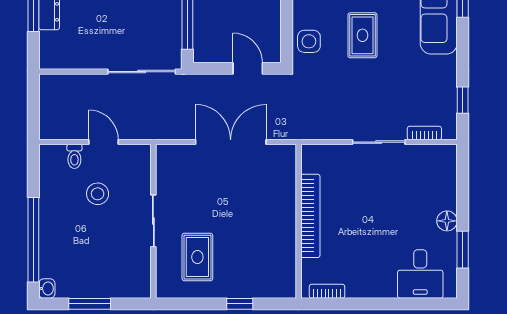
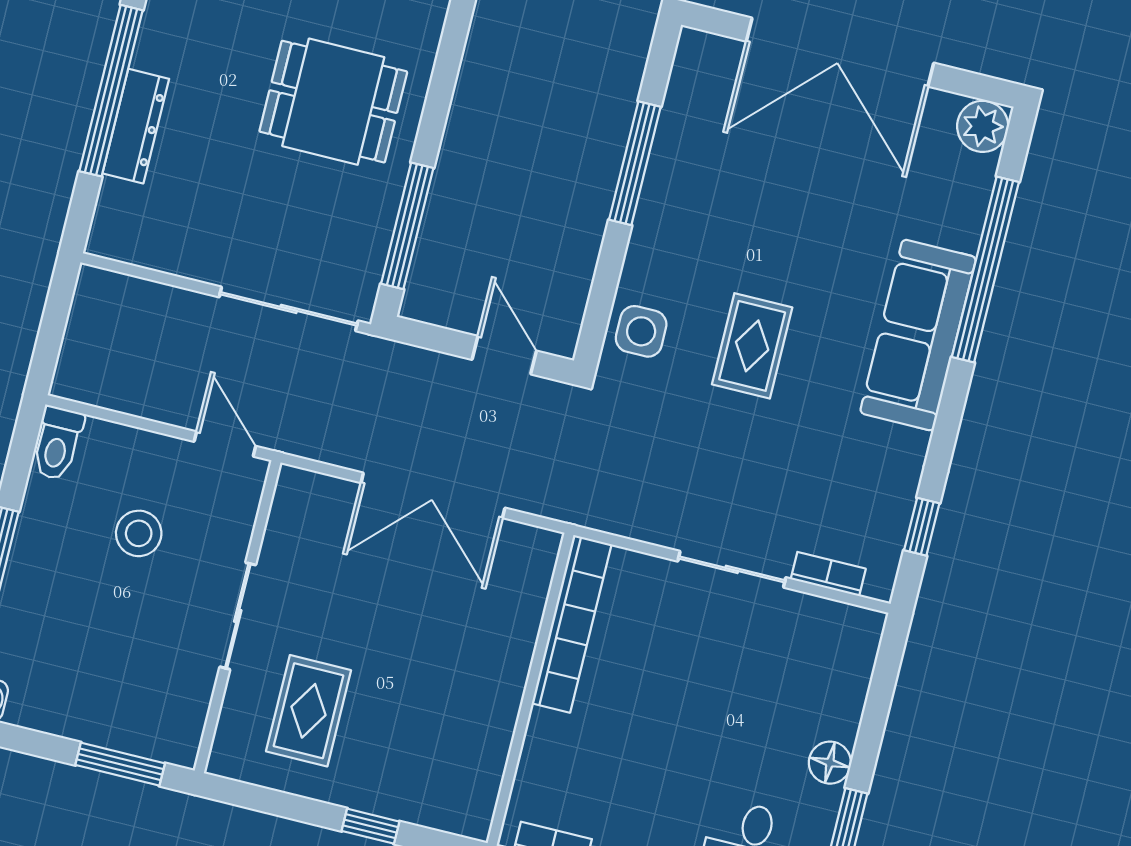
door: (103, 142) -> (225, 444), moved
double door: (231, 142) -> (433, 495), swing flipped
toilet: (74, 156) -> (57, 443), moved, width x1.37, depth x1.39
bookcase: (310, 216) -> (572, 624), moved
window: (90, 304) -> (120, 764), moved

